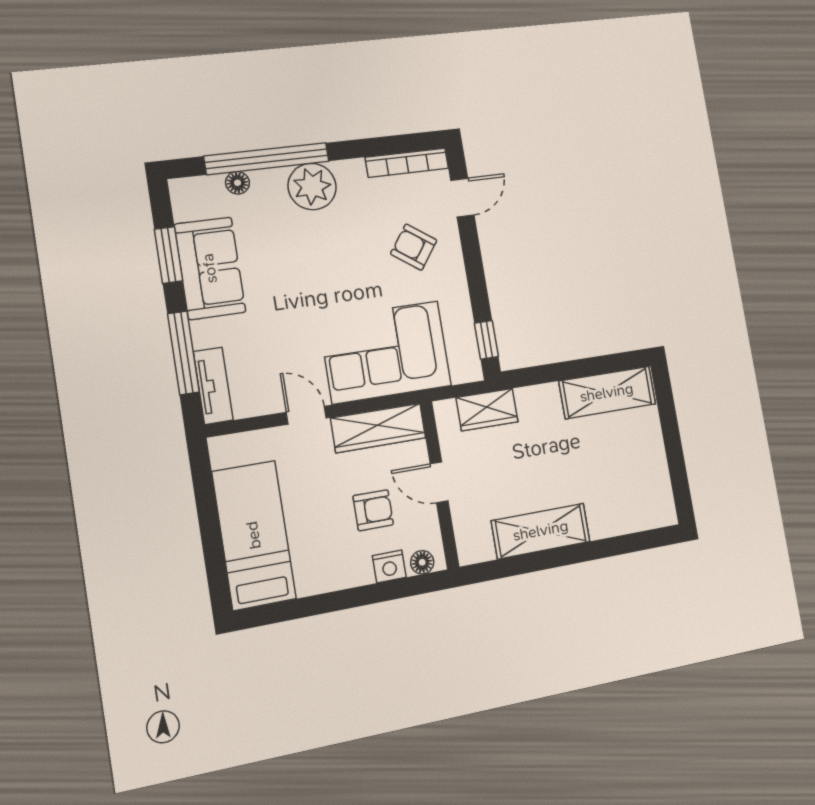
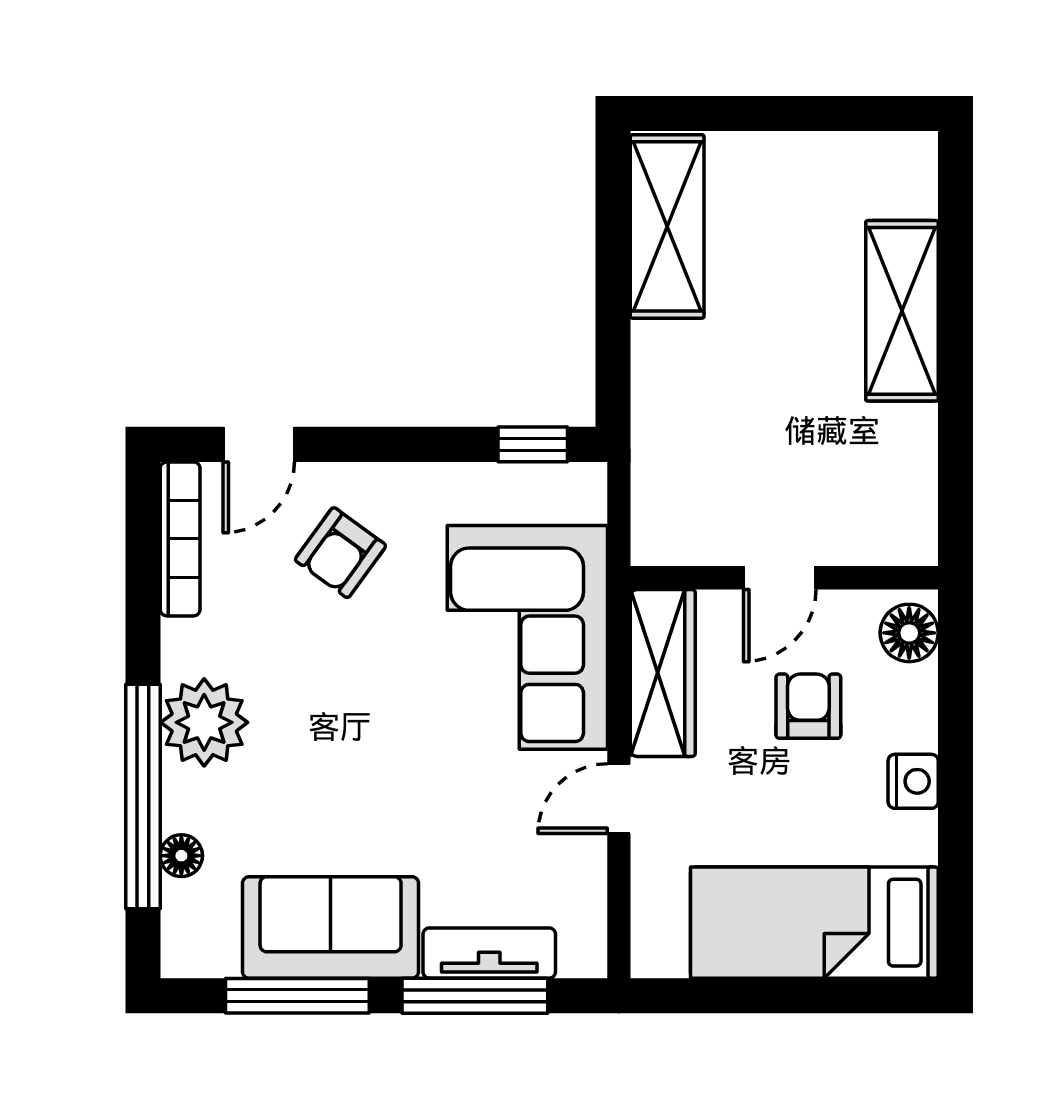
door: (462, 198) -> (259, 444), swing flipped
window: (169, 255) -> (297, 996), width x1.44
tv unit: (213, 386) -> (489, 953), moved
wardrobe: (487, 410) -> (662, 465), removed
shelving: (541, 531) -> (902, 311), moved
floor lamp: (422, 562) -> (909, 633), width x1.37, depth x1.37
nightstand: (389, 566) -> (913, 781), moved

